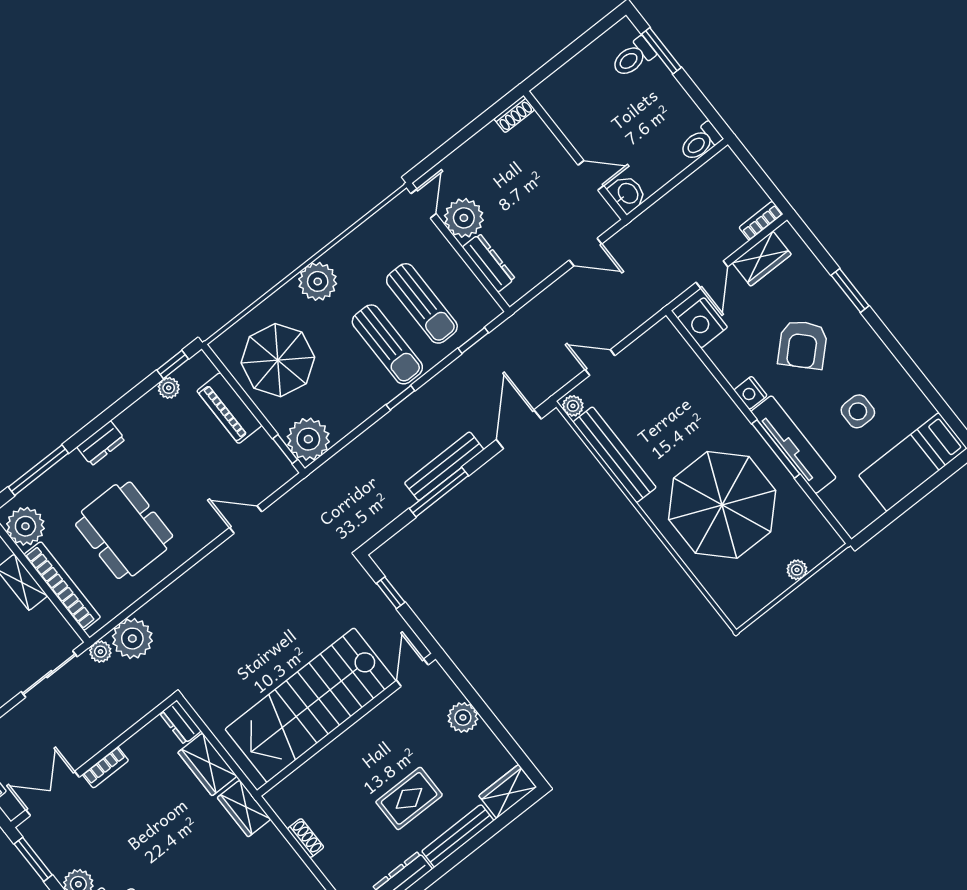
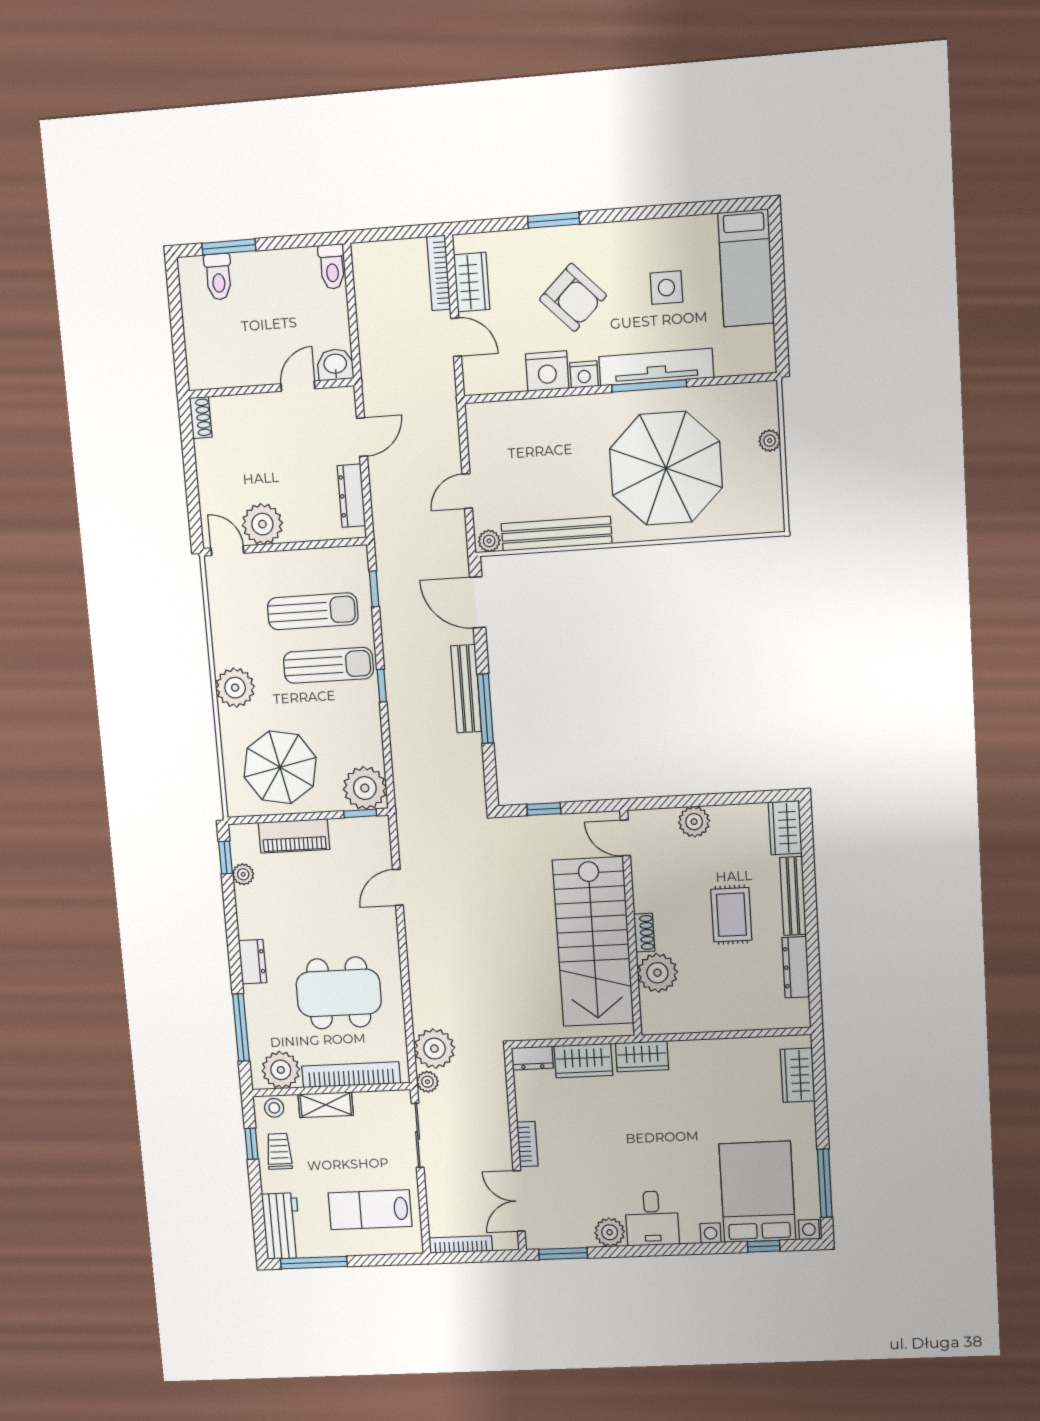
bookcase: (761, 221) -> (439, 273), width x1.56
dresser: (489, 263) -> (351, 496), moved, turned -90
nightstand: (702, 323) -> (547, 371), moved
plant: (321, 773) -> (657, 973), added
shoe rack: (306, 838) -> (644, 933), moved, turned 90

